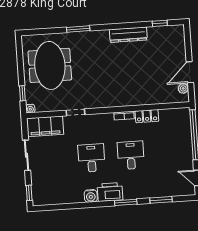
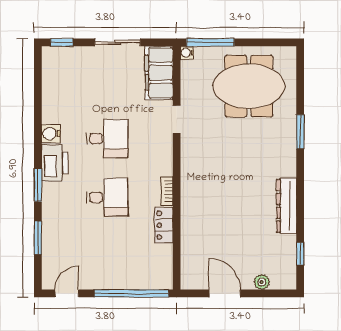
plant: (183, 88) -> (262, 282), moved
window: (22, 93) -> (210, 42), width x2.17

